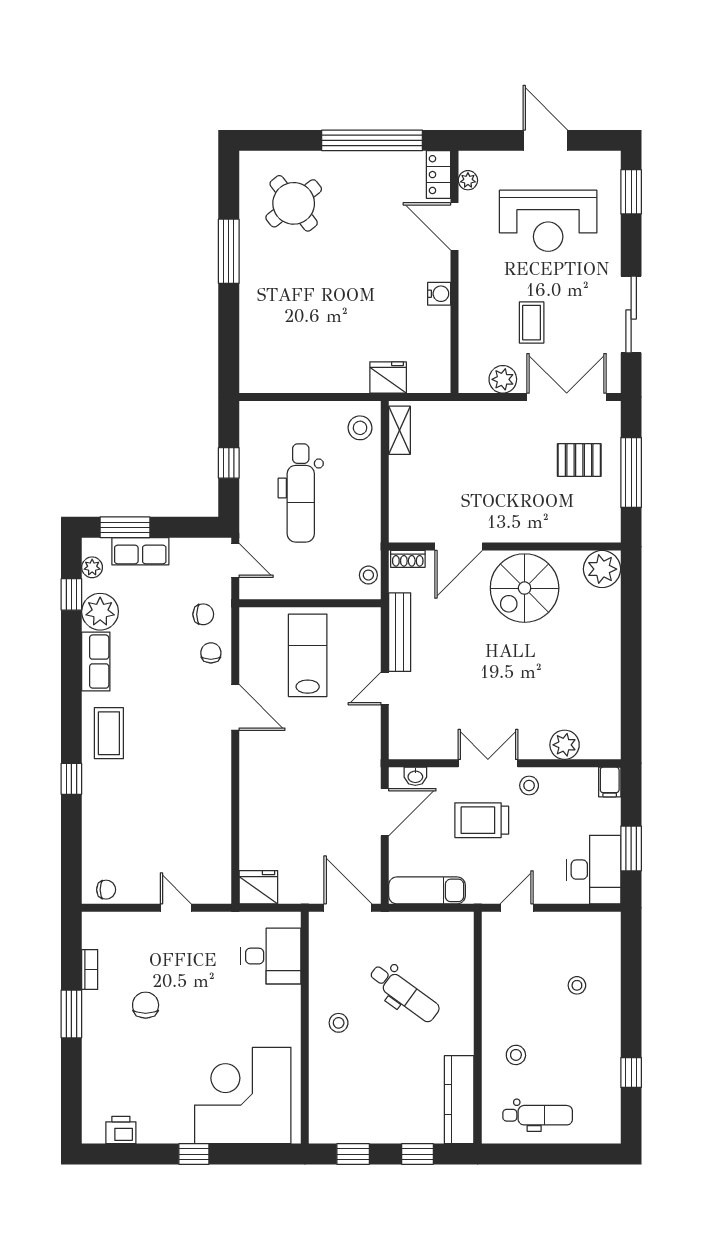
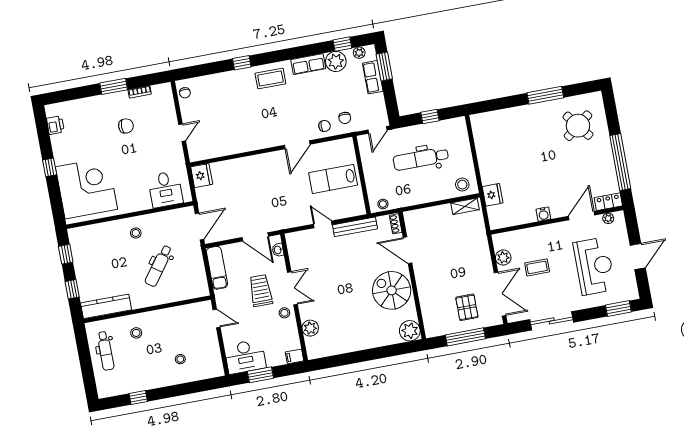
reception desk: (548, 221) -> (594, 266), turned 180
lab bench: (308, 655) -> (333, 179), turned 180

